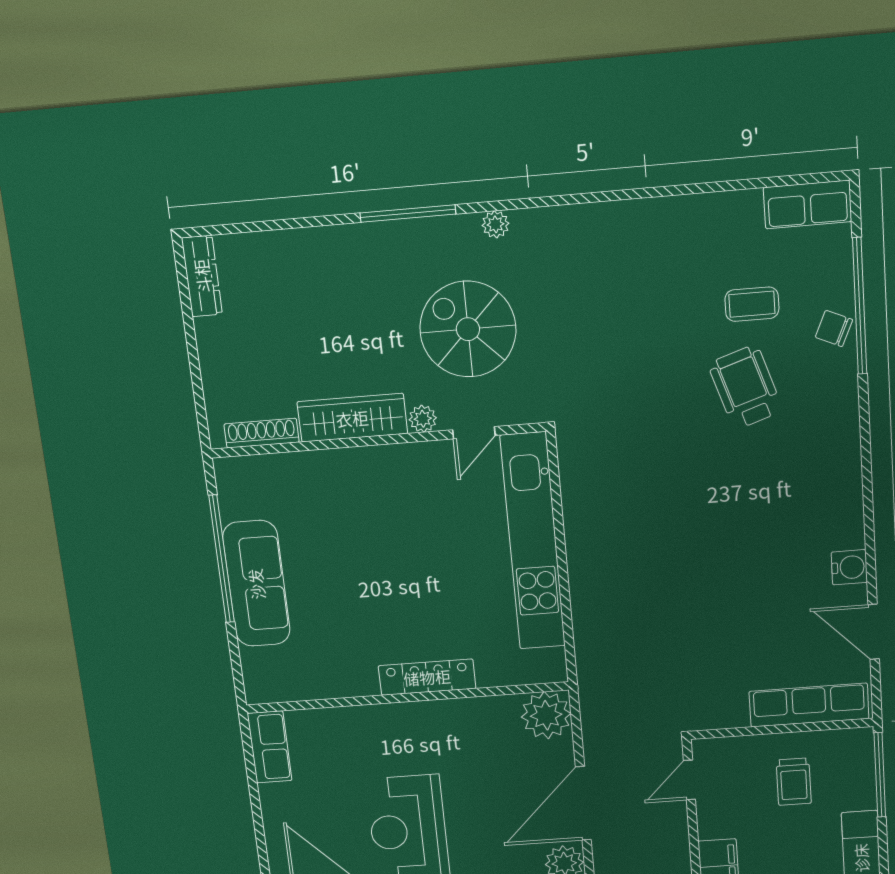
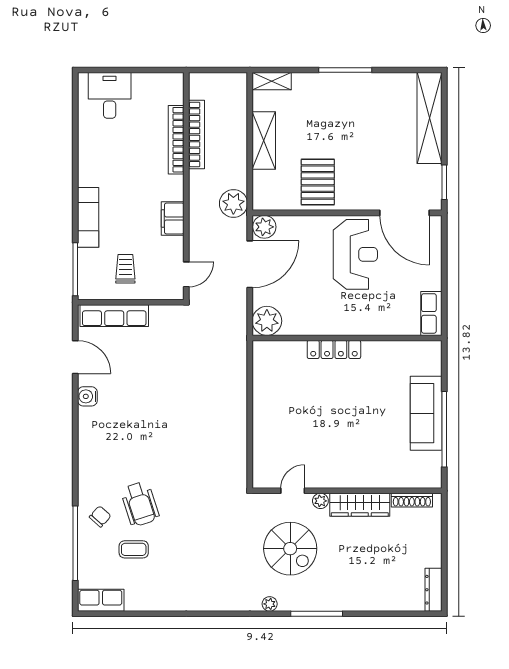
chair: (834, 328) -> (100, 516), moved, turned -72
kitchen unit: (533, 542) -> (265, 425), removed

